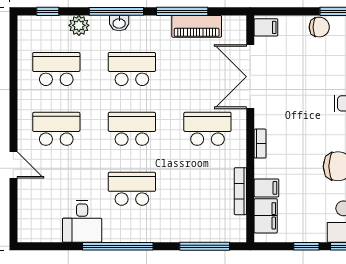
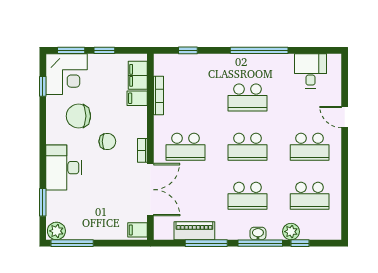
window: (48, 11) -> (300, 243), moved
chair: (319, 27) -> (107, 141), moved, turned 180
bookcase: (260, 144) -> (142, 150), moved
desk: (82, 221) -> (310, 71), moved
window: (205, 246) -> (188, 50), width x0.46

